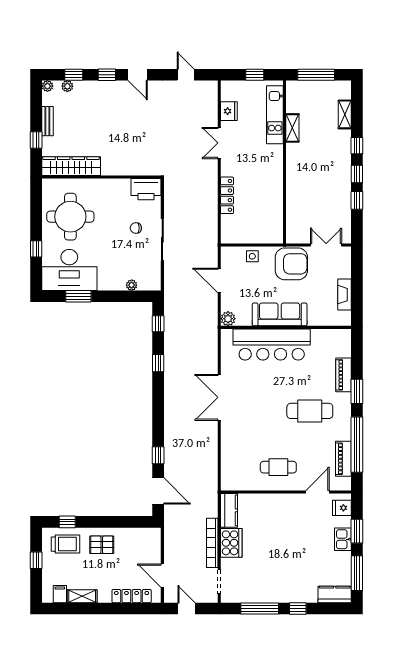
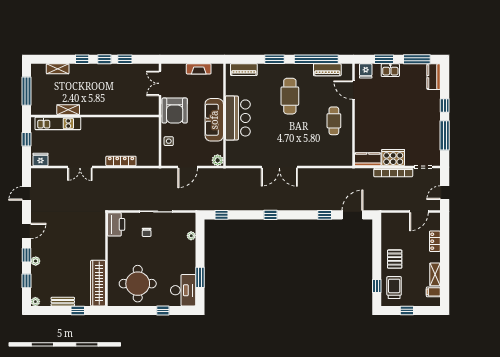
plant: (67, 86) -> (36, 261), moved
fridge: (229, 111) -> (41, 160), moved
armchair: (291, 264) -> (175, 111), turned 180
desk: (69, 270) -> (183, 290), width x0.73, depth x0.77
bar counter: (272, 344) -> (238, 118), width x0.73
window: (158, 363) -> (271, 215), moved
piano: (344, 375) -> (244, 70), moved
locker: (132, 596) -> (435, 241), width x0.66

